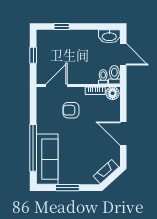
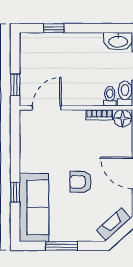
window: (33, 55) -> (15, 85), moved
armchair: (71, 110) -> (80, 182), moved
window: (33, 148) -> (15, 192), width x0.32

